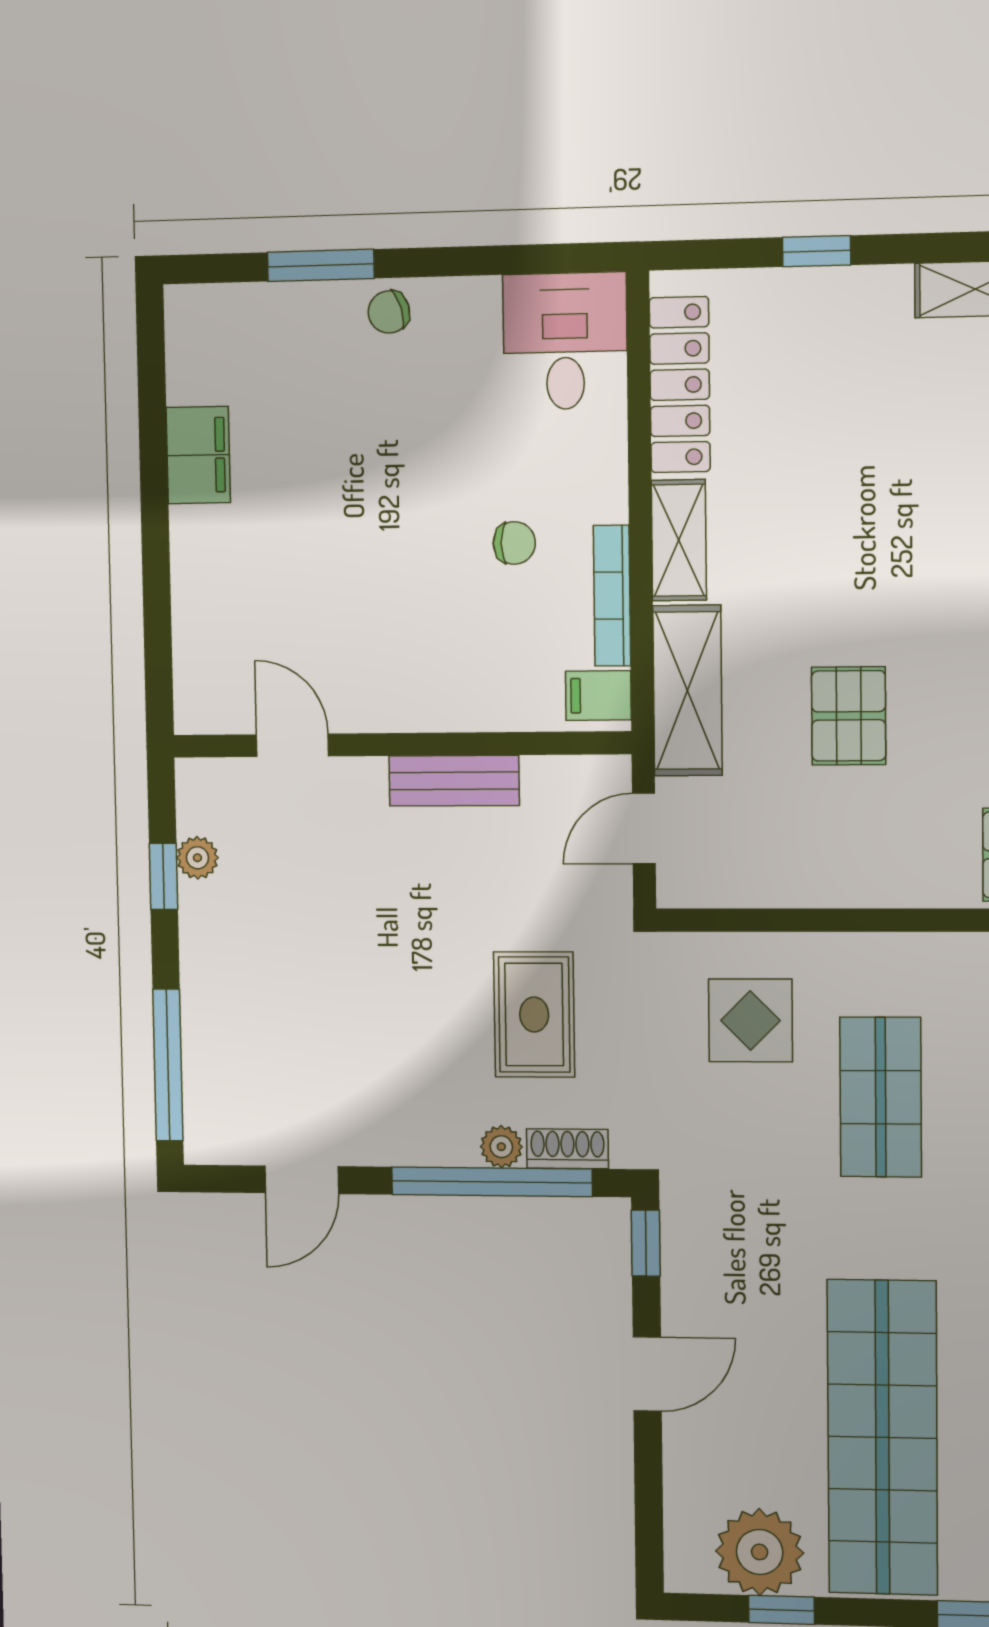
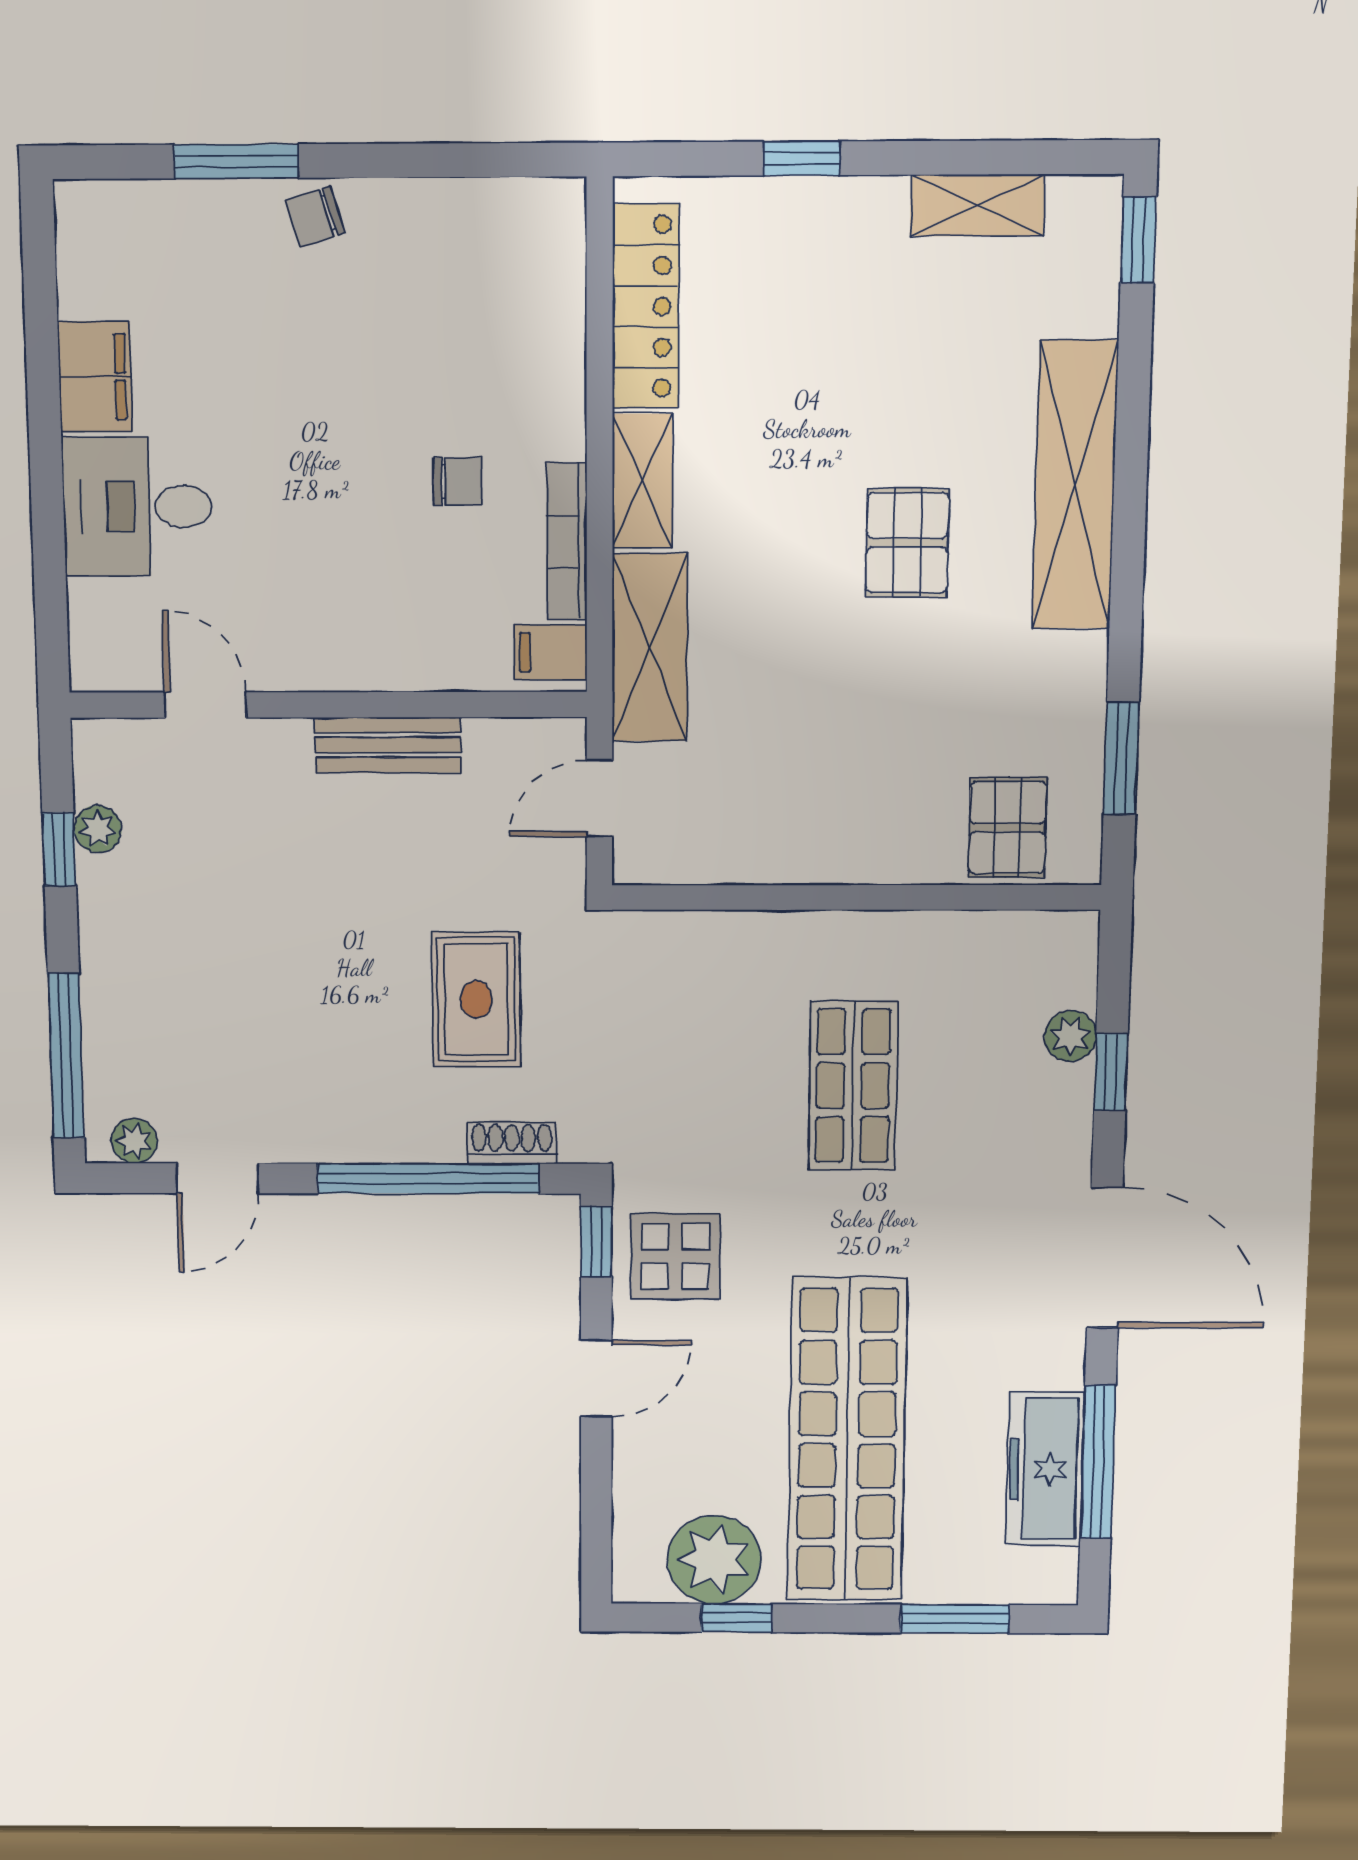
desk: (565, 341) -> (137, 507), moved, turned -90
pallet: (849, 716) -> (907, 543), moved
display table: (750, 1020) -> (675, 1257), moved
plant: (501, 1147) -> (134, 1141), moved

